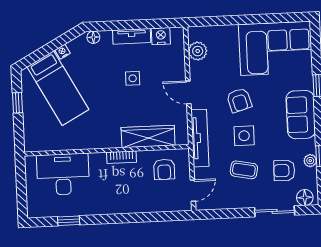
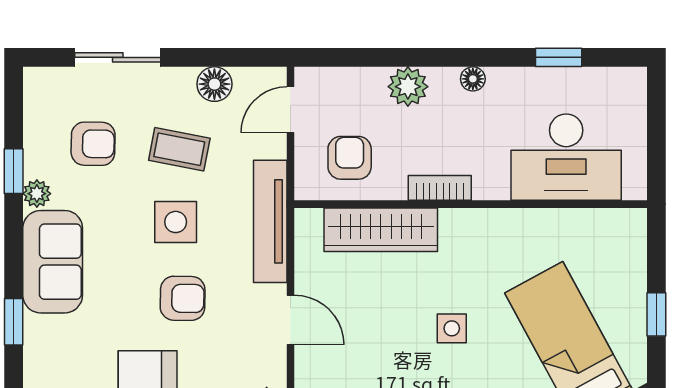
side table: (133, 78) -> (452, 328), moved
armchair: (239, 100) -> (183, 298), turned 107
plant: (310, 161) -> (37, 194), moved
floor lamp: (305, 198) -> (214, 84), moved
plant: (138, 204) -> (408, 87), added
floor lamp: (108, 209) -> (473, 79), added

